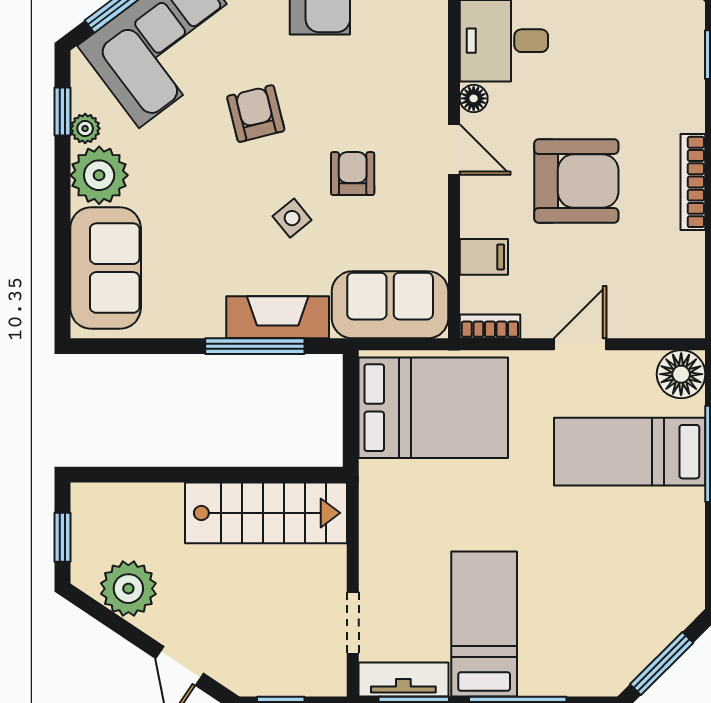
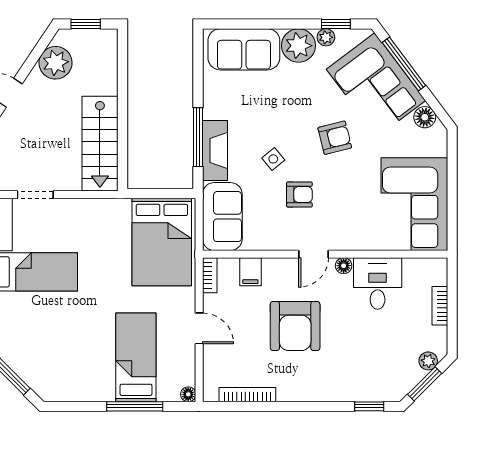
bookcase: (693, 182) -> (247, 395), moved
floor lamp: (681, 374) -> (188, 394), width x0.53, depth x0.53

